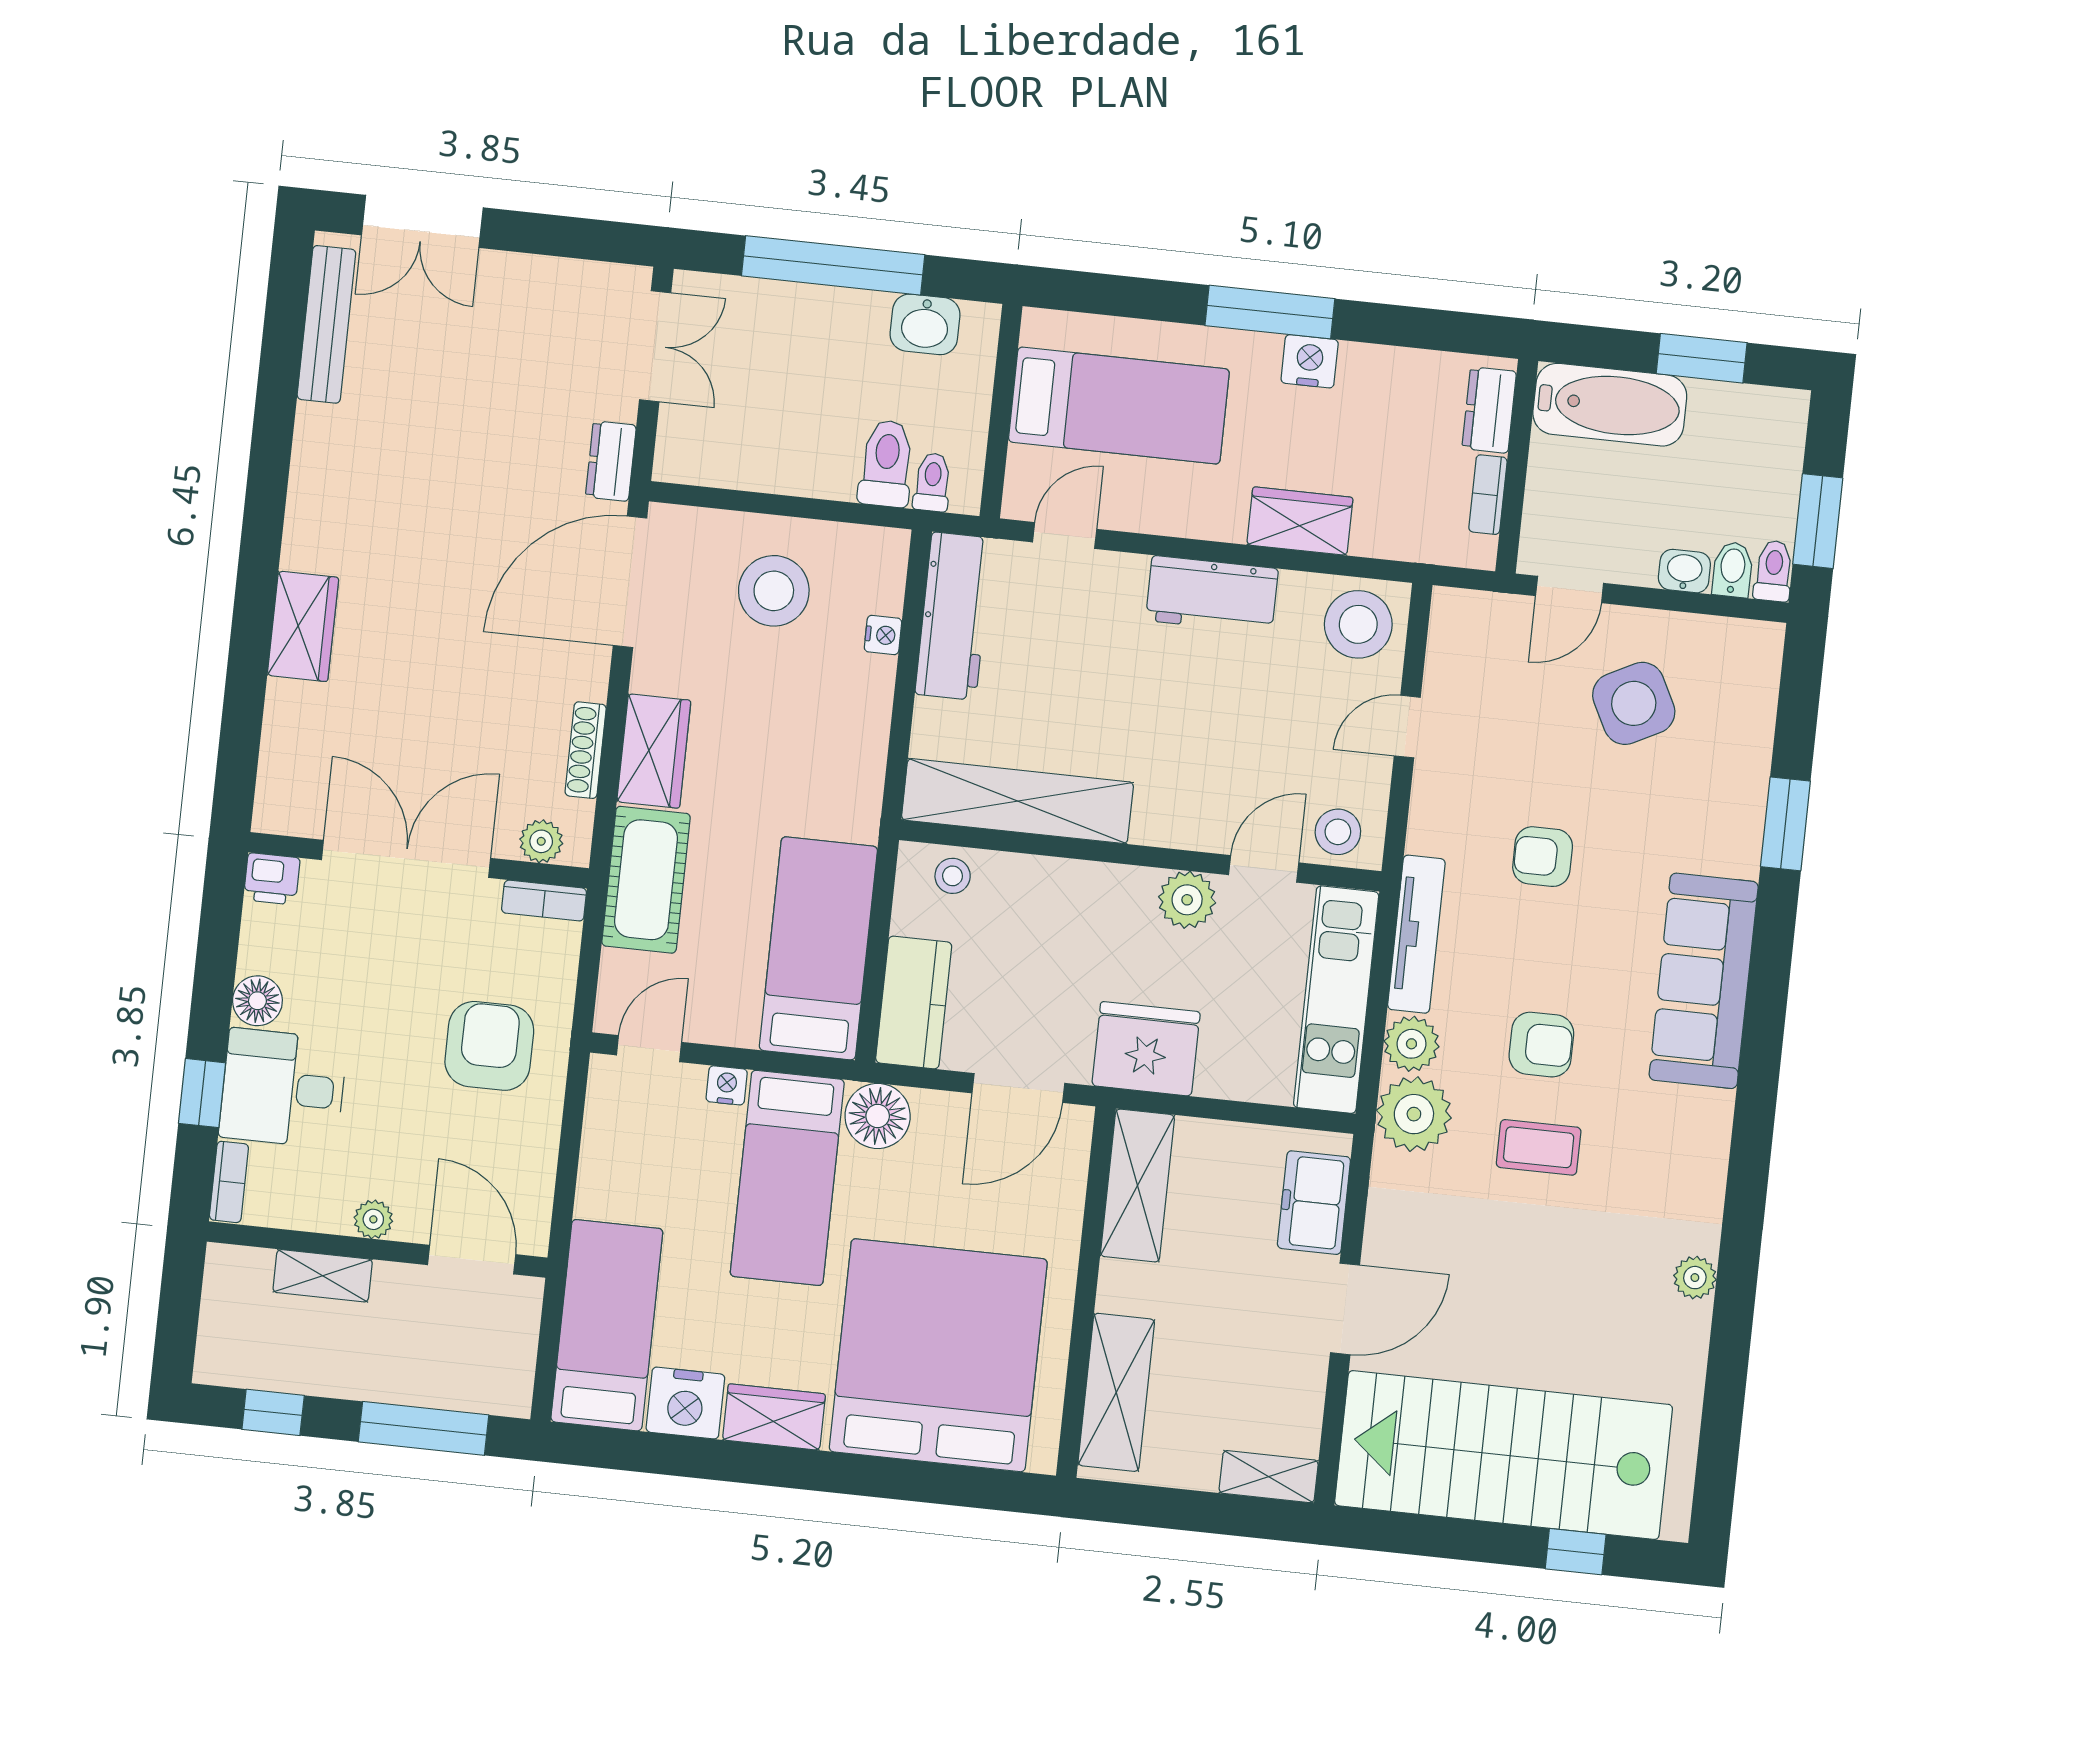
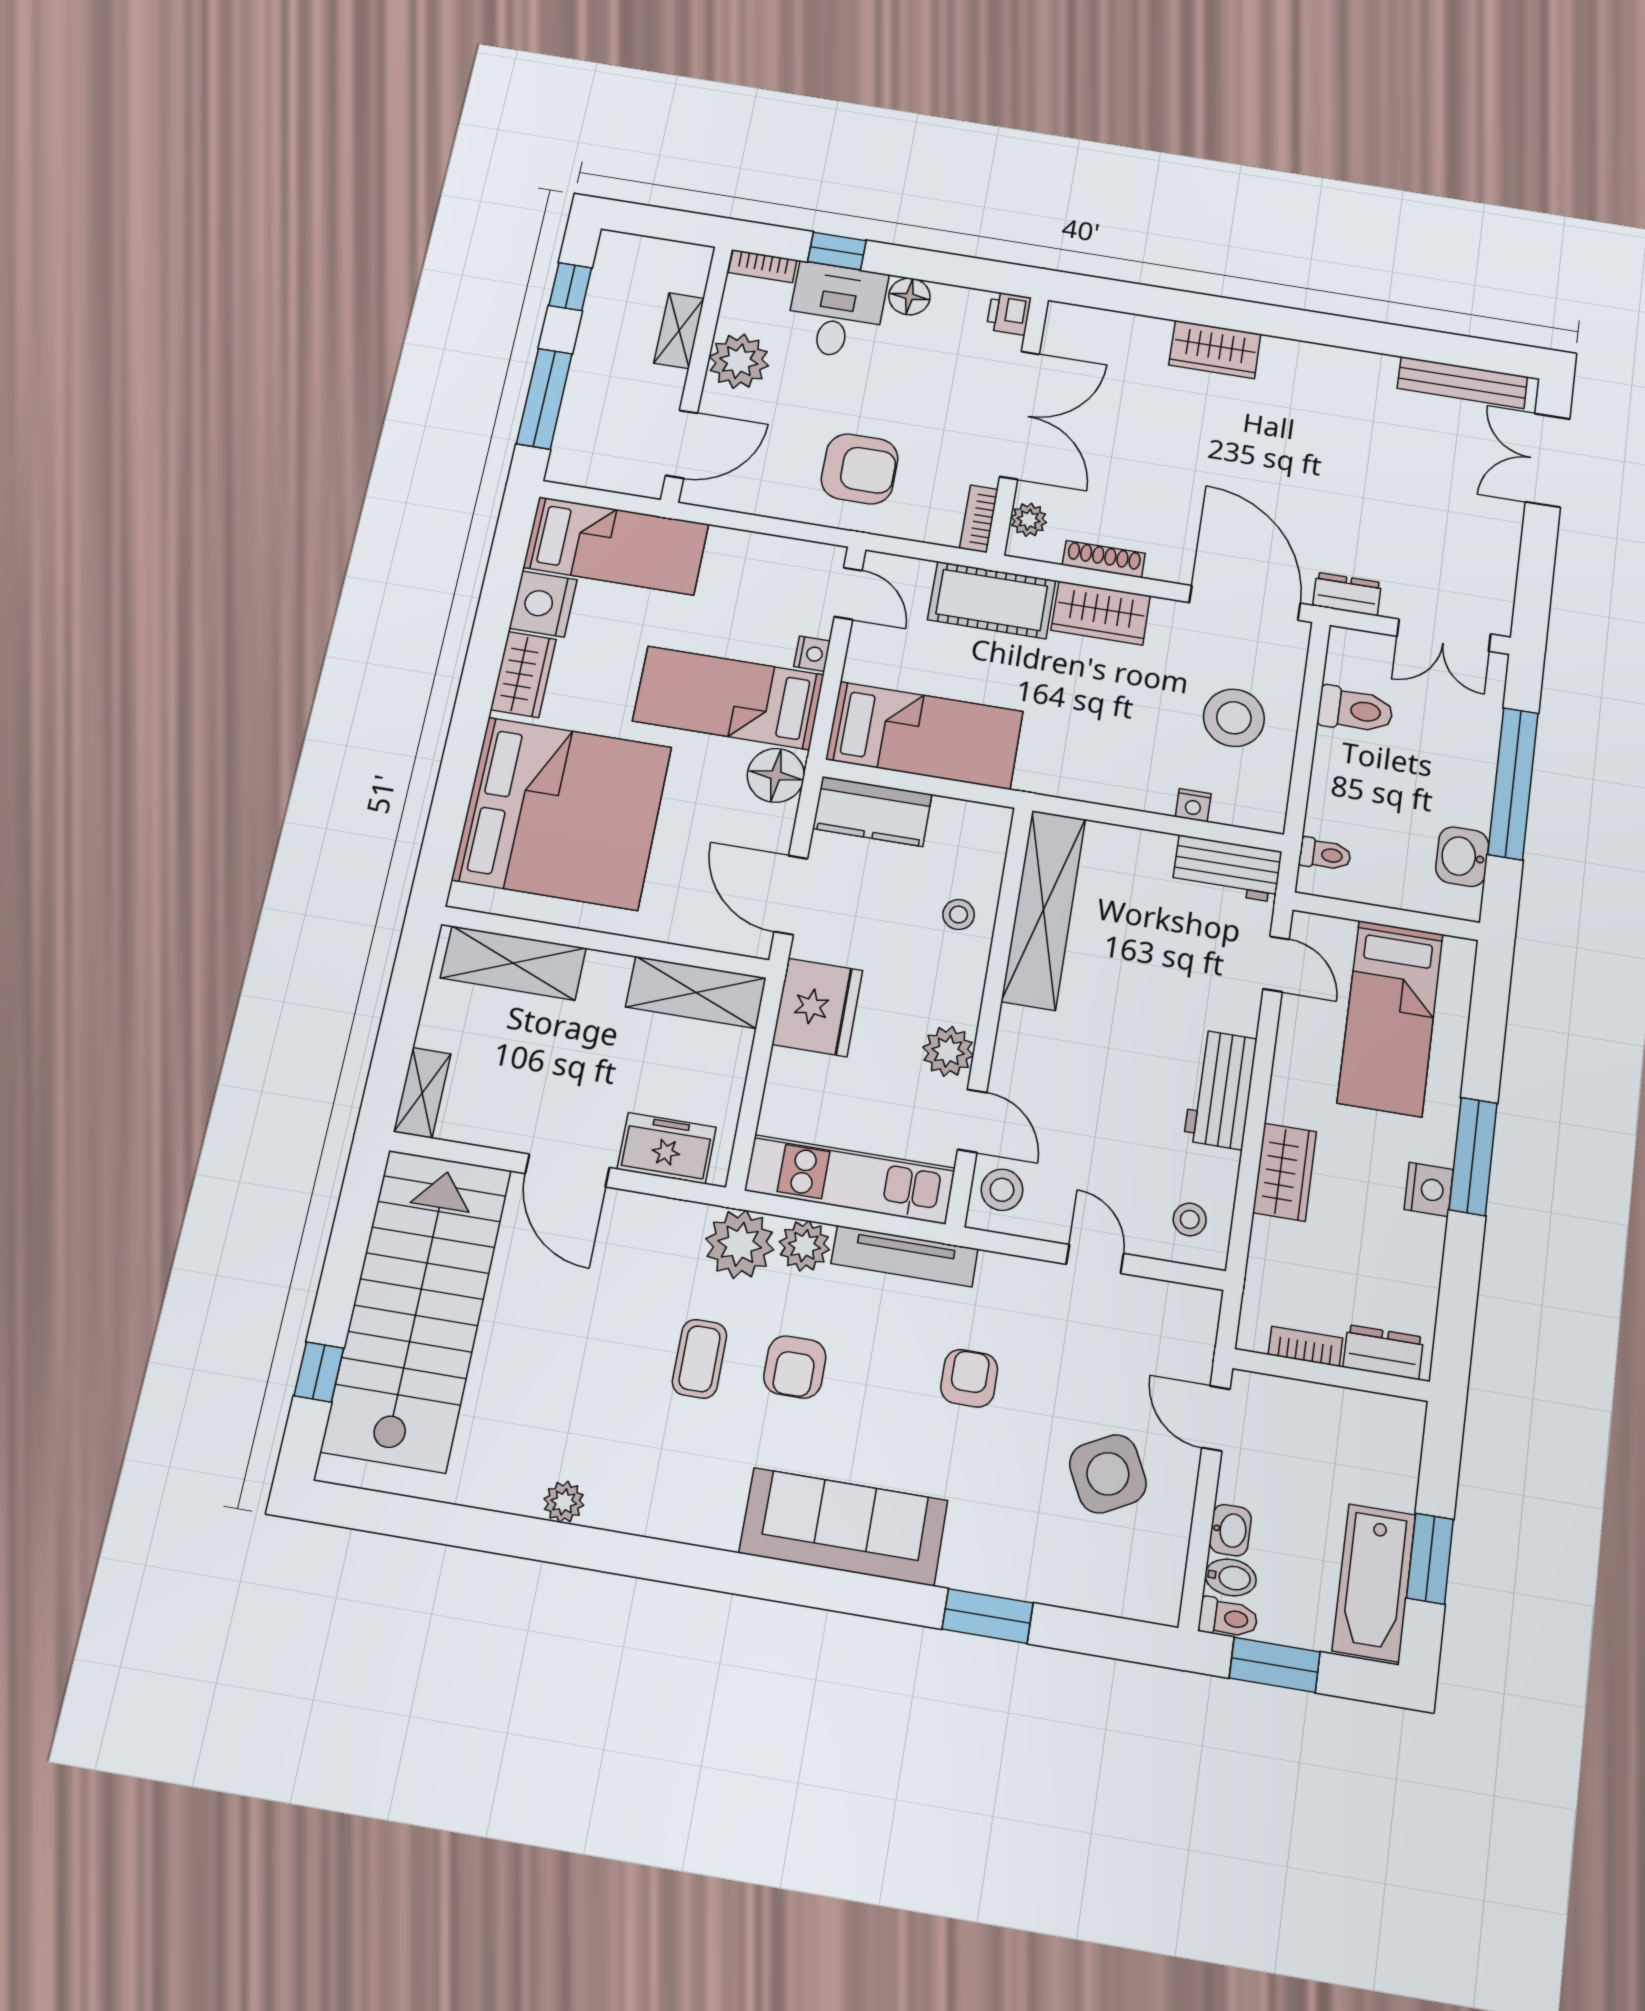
bathtub: (1610, 405) -> (1374, 1583), moved
toilet: (886, 463) -> (1355, 710), moved
workbench: (954, 616) -> (1227, 869), width x0.73
stool: (1358, 624) -> (1190, 1220), width x0.53, depth x0.53
stool: (953, 876) -> (959, 915), moved
plant: (373, 1219) -> (739, 361), width x1.88, depth x1.88

